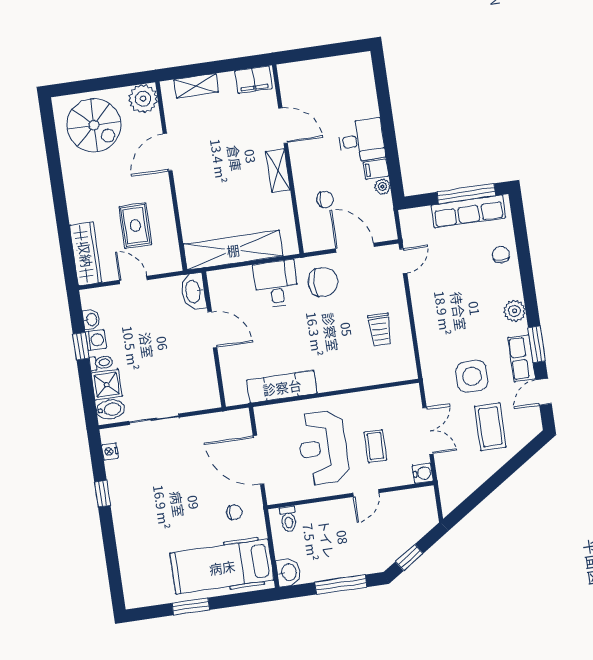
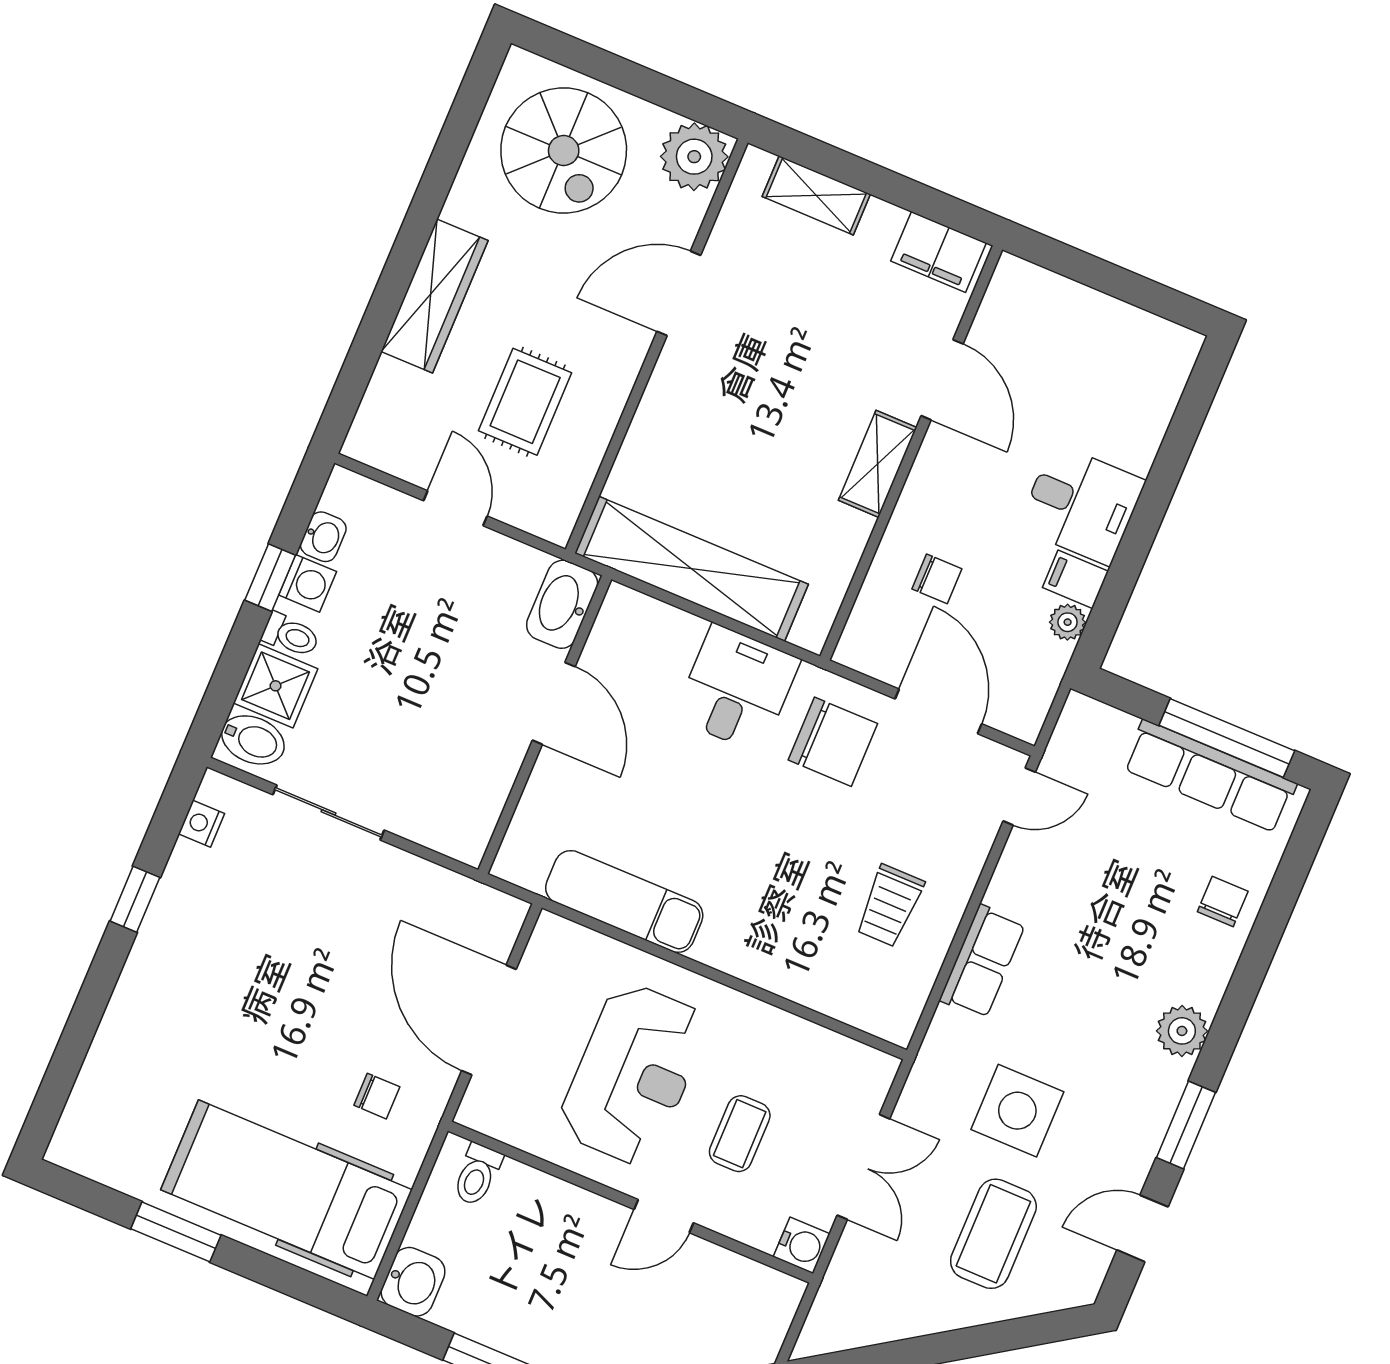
wardrobe: (86, 254) -> (435, 296), moved
row of seats: (522, 358) -> (982, 962), moved, turned 180
reception desk: (323, 448) -> (633, 1074), turned 180

